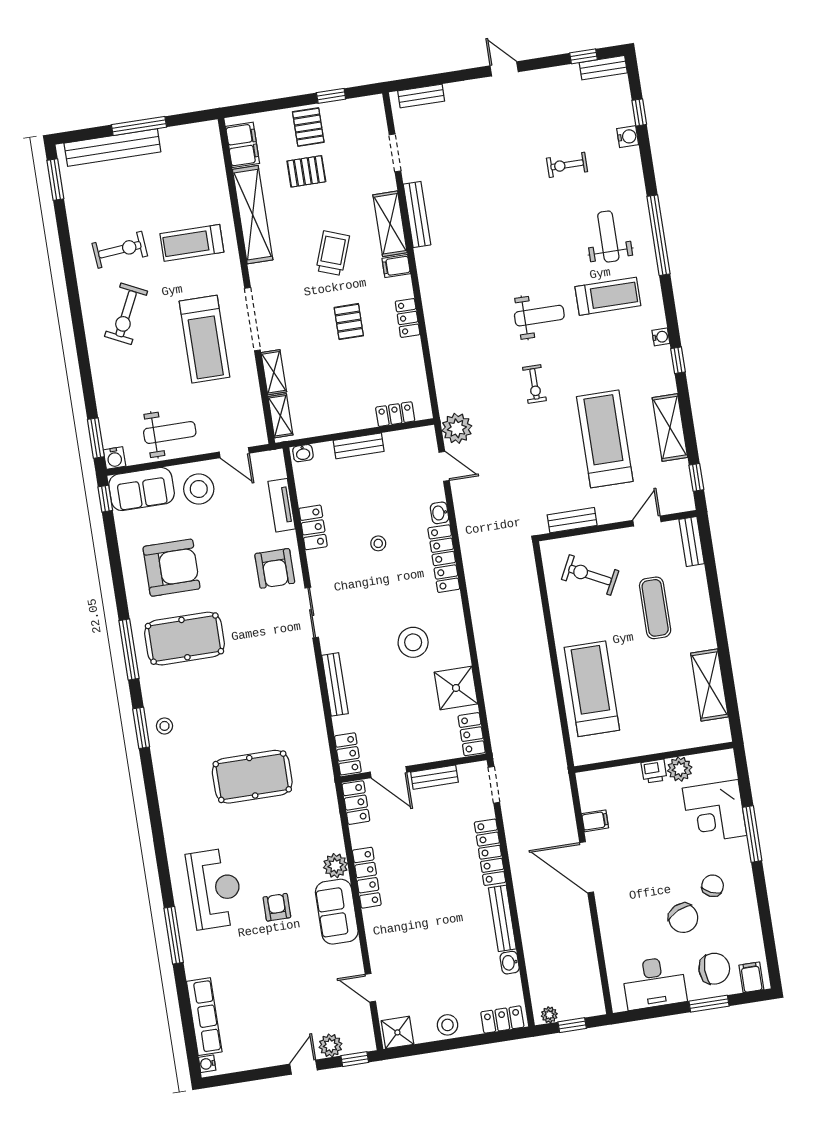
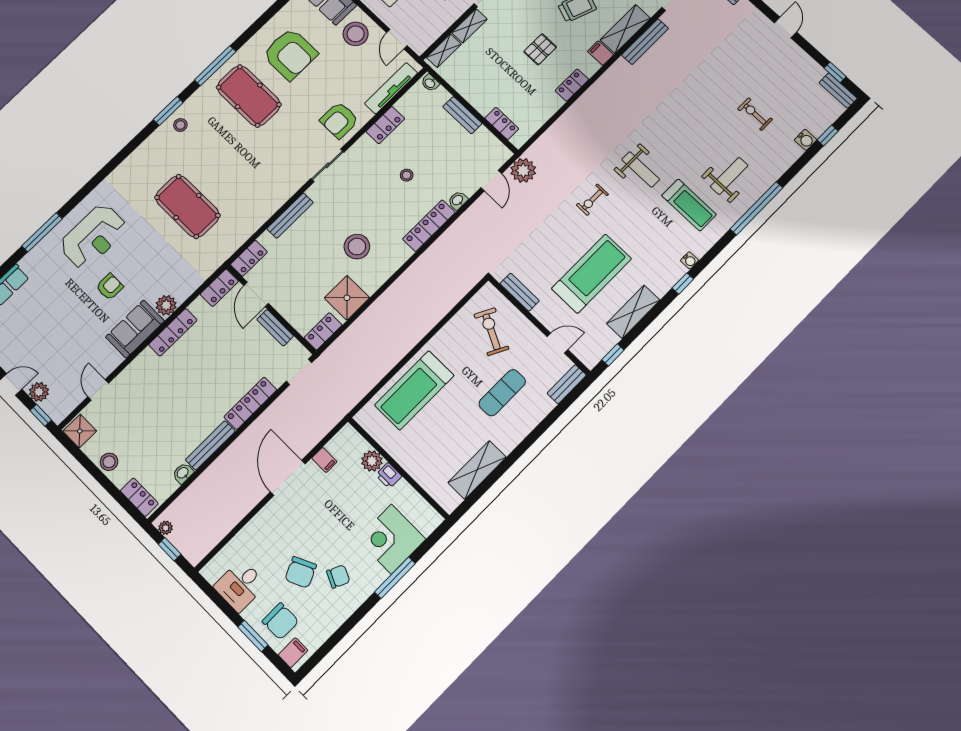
tv unit: (282, 505) -> (391, 88), width x1.41
treadmill: (592, 689) -> (414, 390), turned 180
plant: (680, 769) -> (372, 461), moved
desk: (654, 983) -> (240, 586), width x0.73

